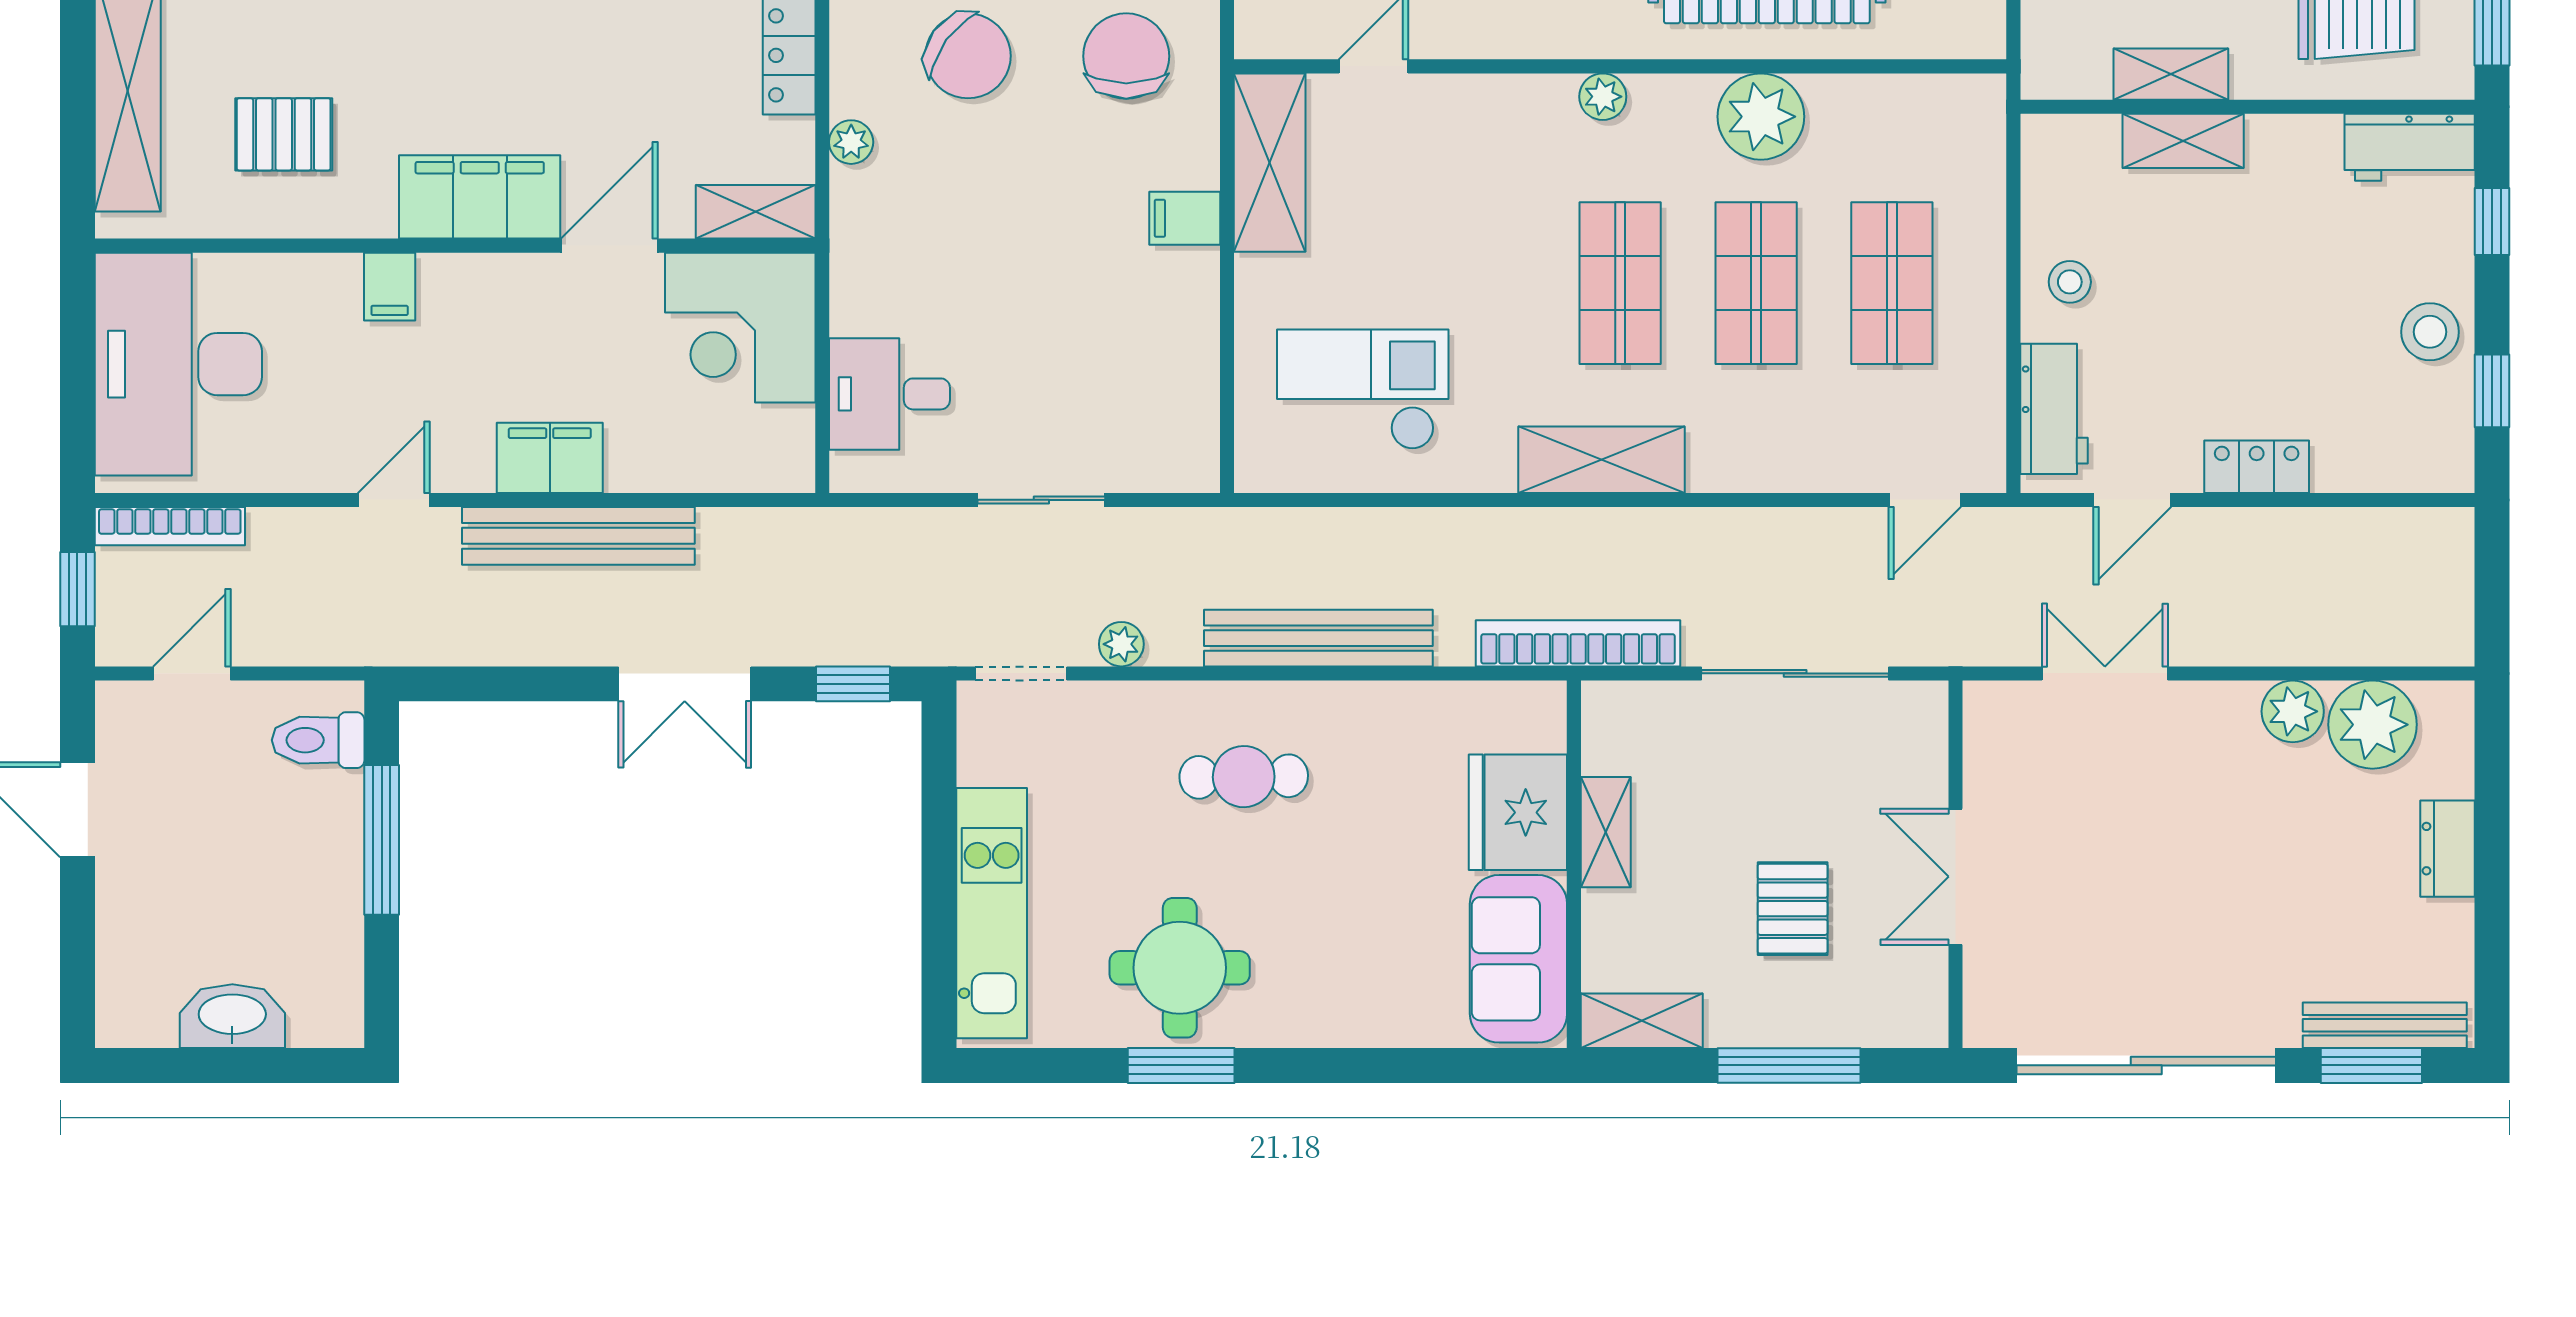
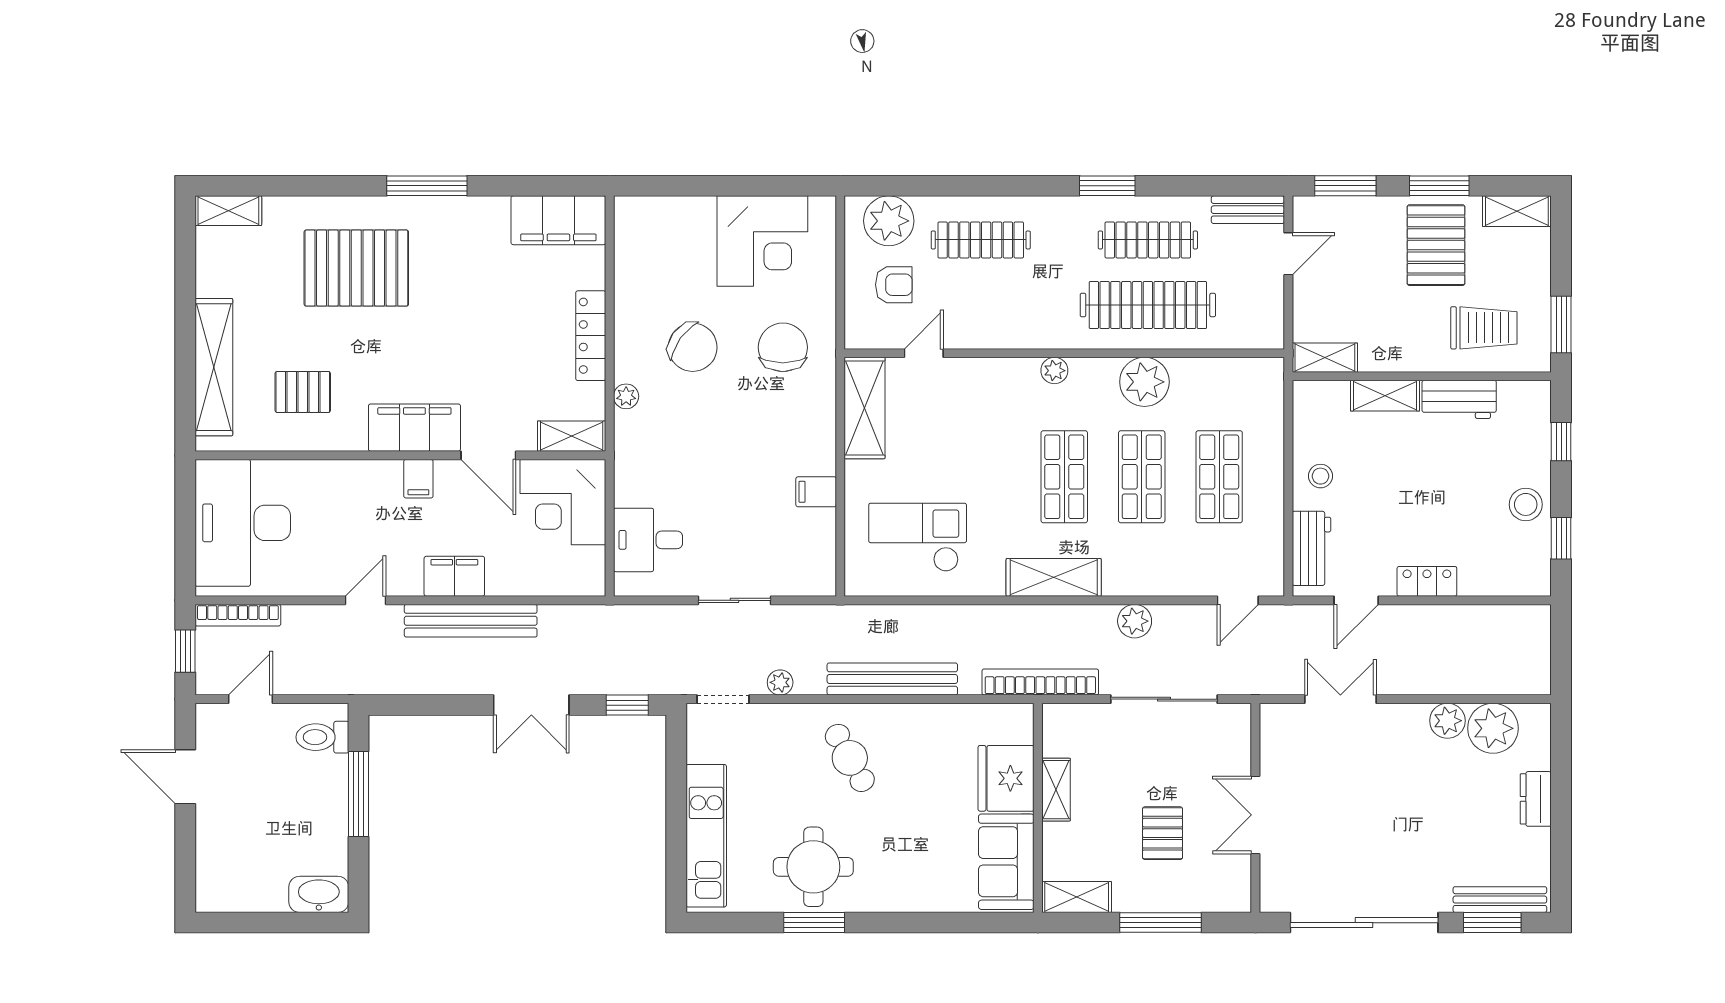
shelving: (2171, 74) -> (1325, 358), moved
workbench: (2410, 147) -> (1459, 399), moved
filing cabinet: (1185, 218) -> (816, 492), moved
door: (609, 246) -> (488, 455), swing flipped
filing cabinet: (390, 287) -> (418, 479), moved
plant: (1744, 537) -> (1135, 621), added
cafe table: (1244, 777) -> (850, 758), turned 62
washbasin: (232, 1016) -> (319, 894), moved

